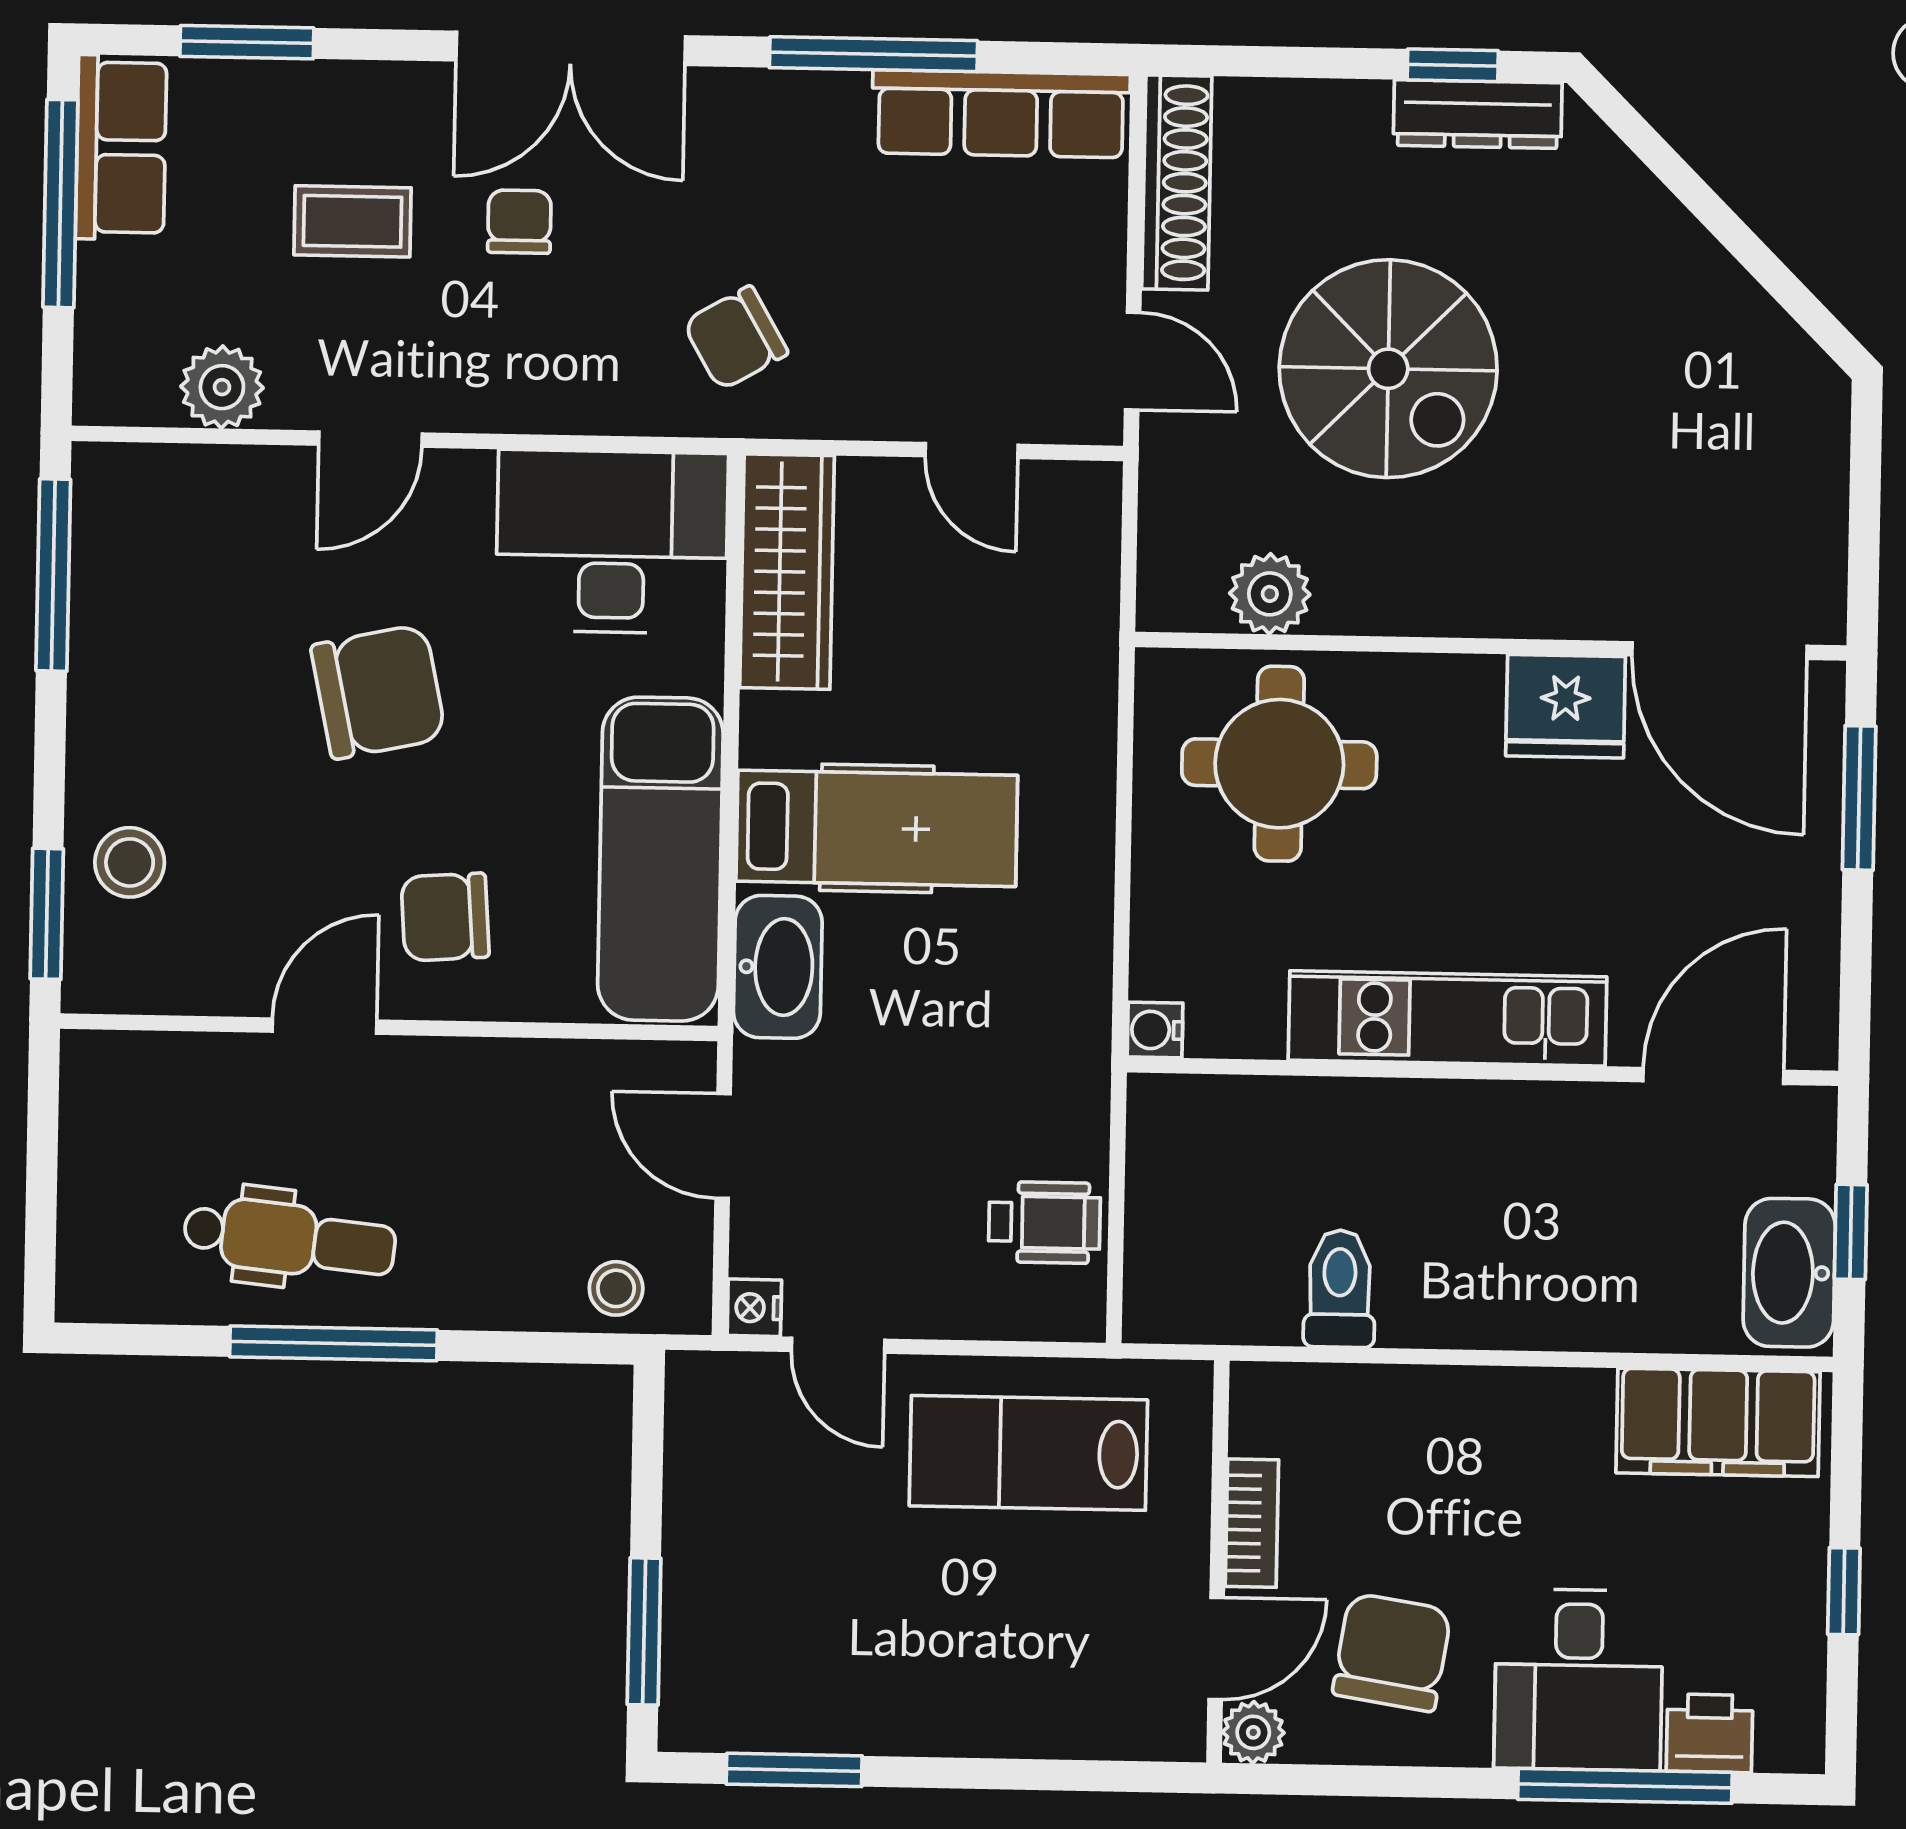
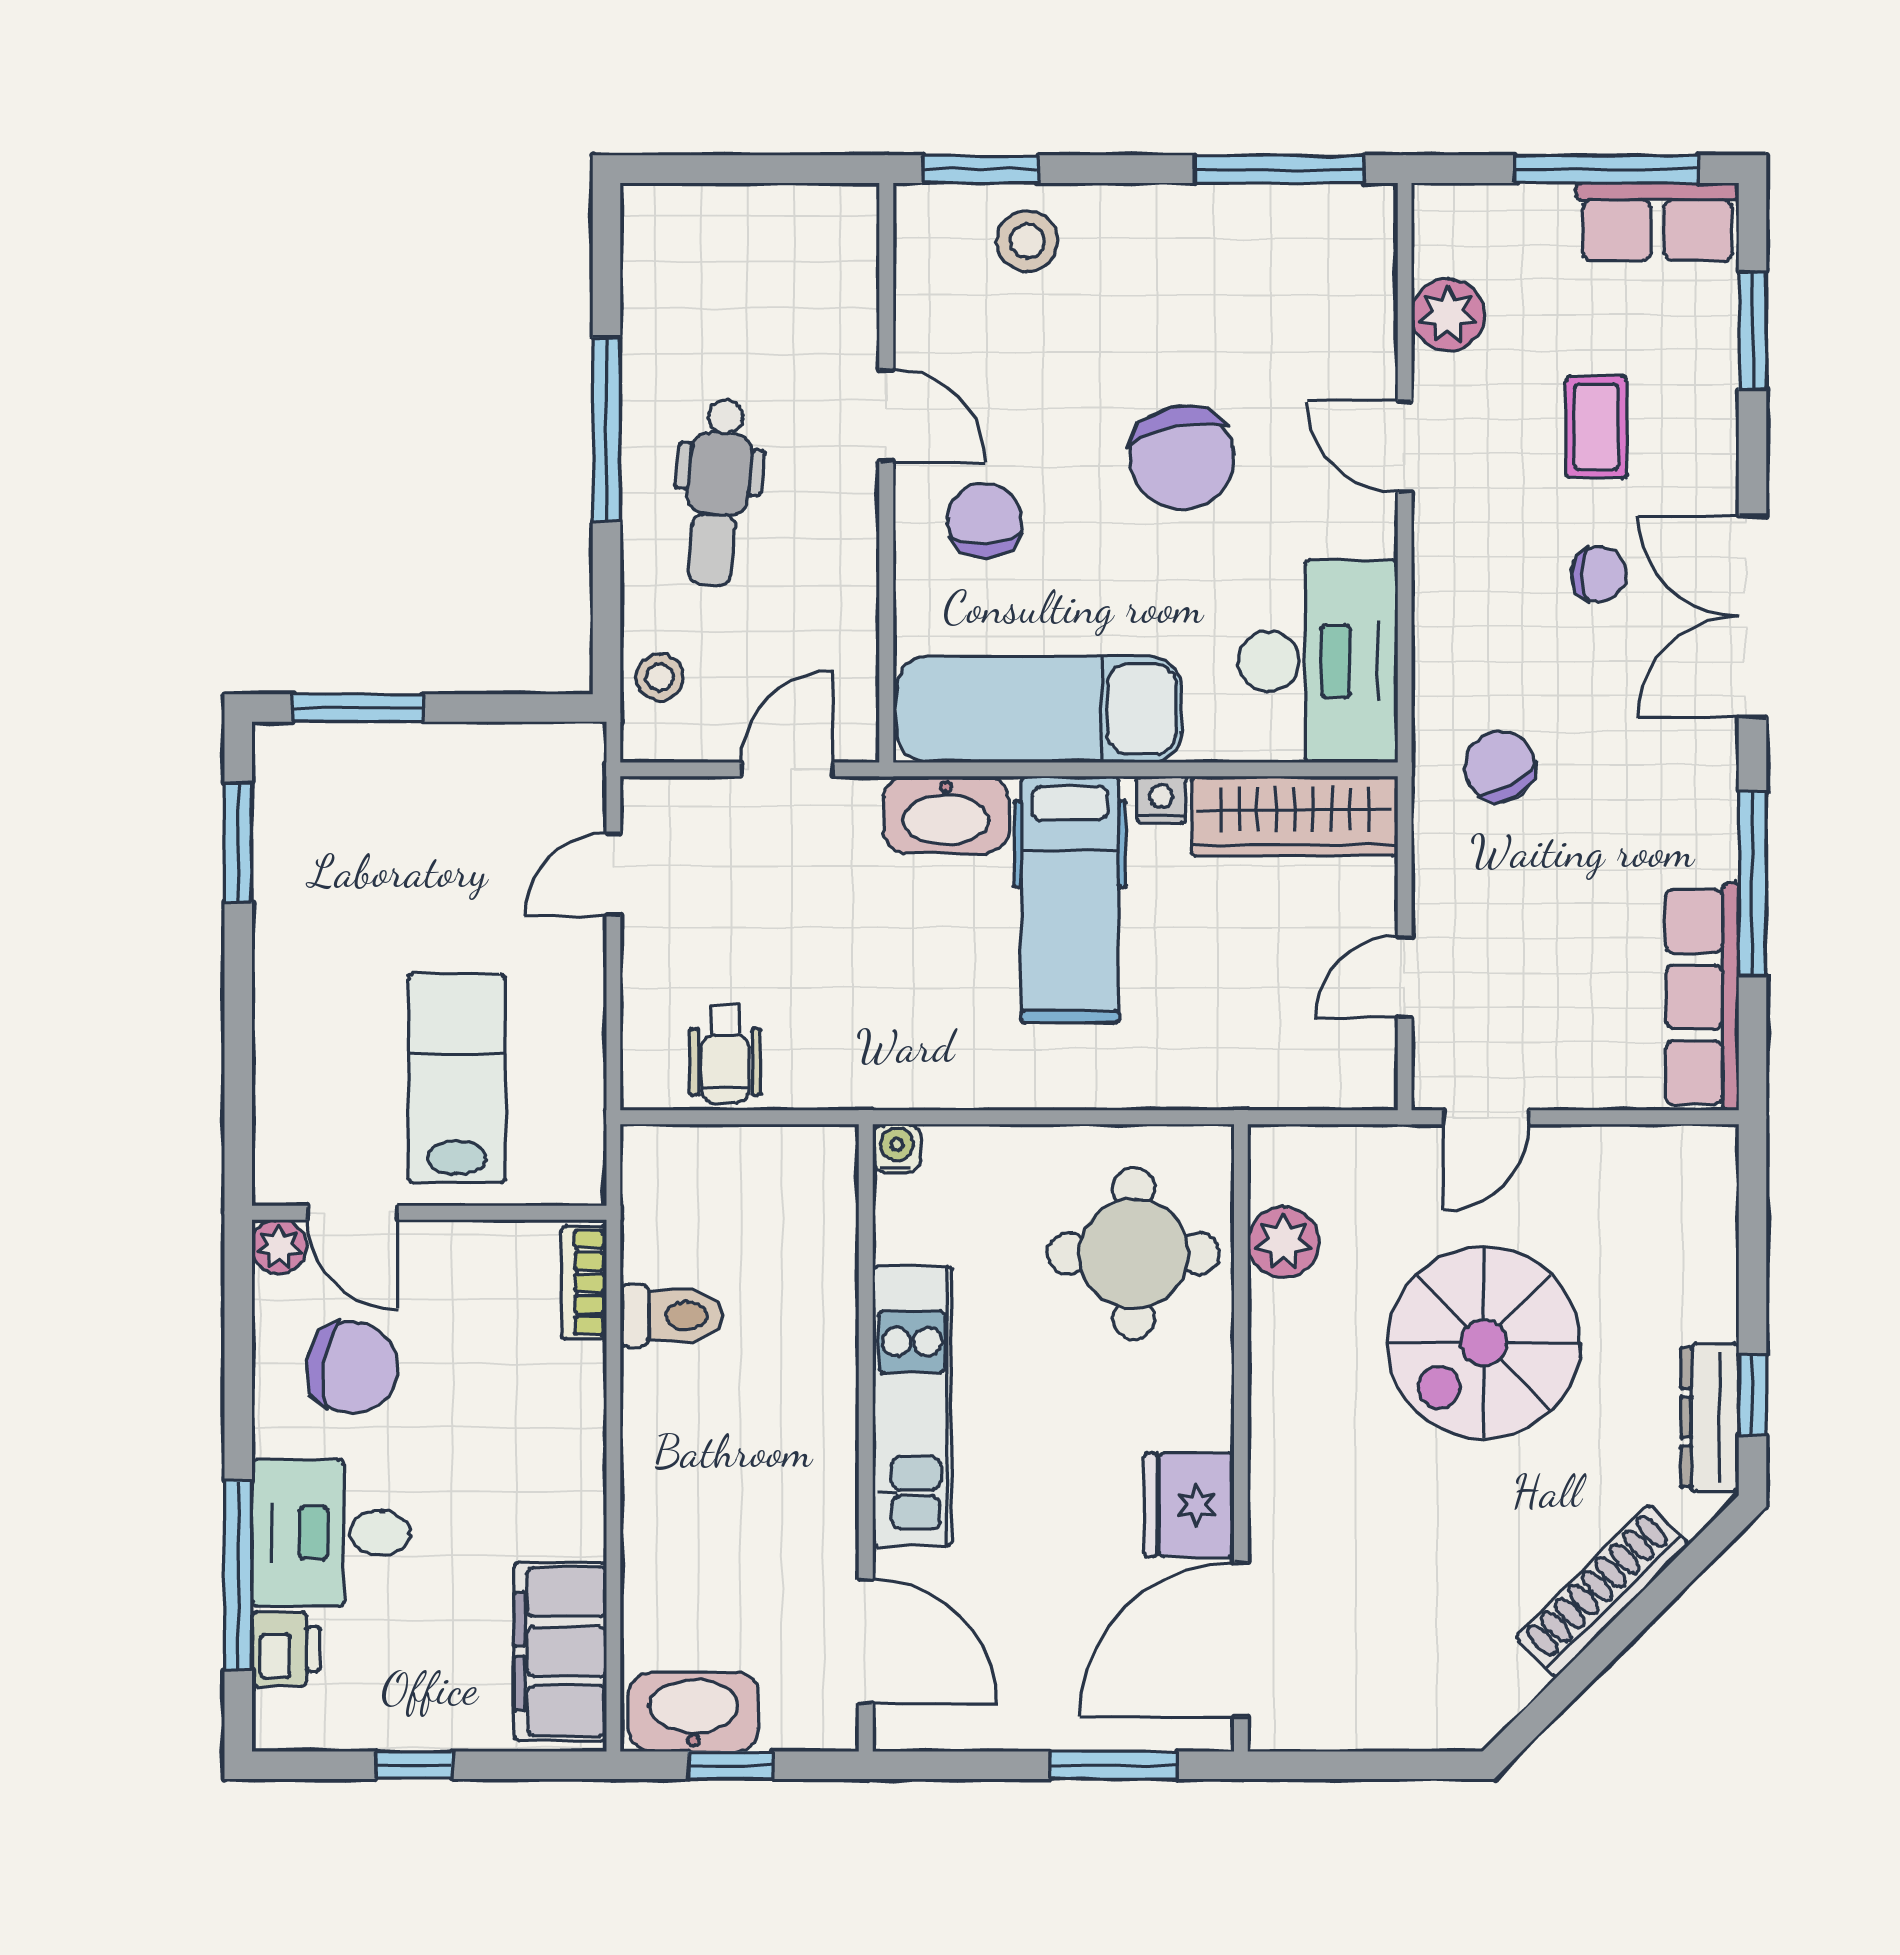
shoe rack: (1177, 183) -> (1602, 1591), moved, turned 135
dental chair: (290, 1239) -> (718, 493), moved
nightstand: (754, 1308) -> (1161, 800), moved
lab bench: (1028, 1453) -> (457, 1078), moved
bookcase: (1252, 1523) -> (584, 1282), moved, turned 90

